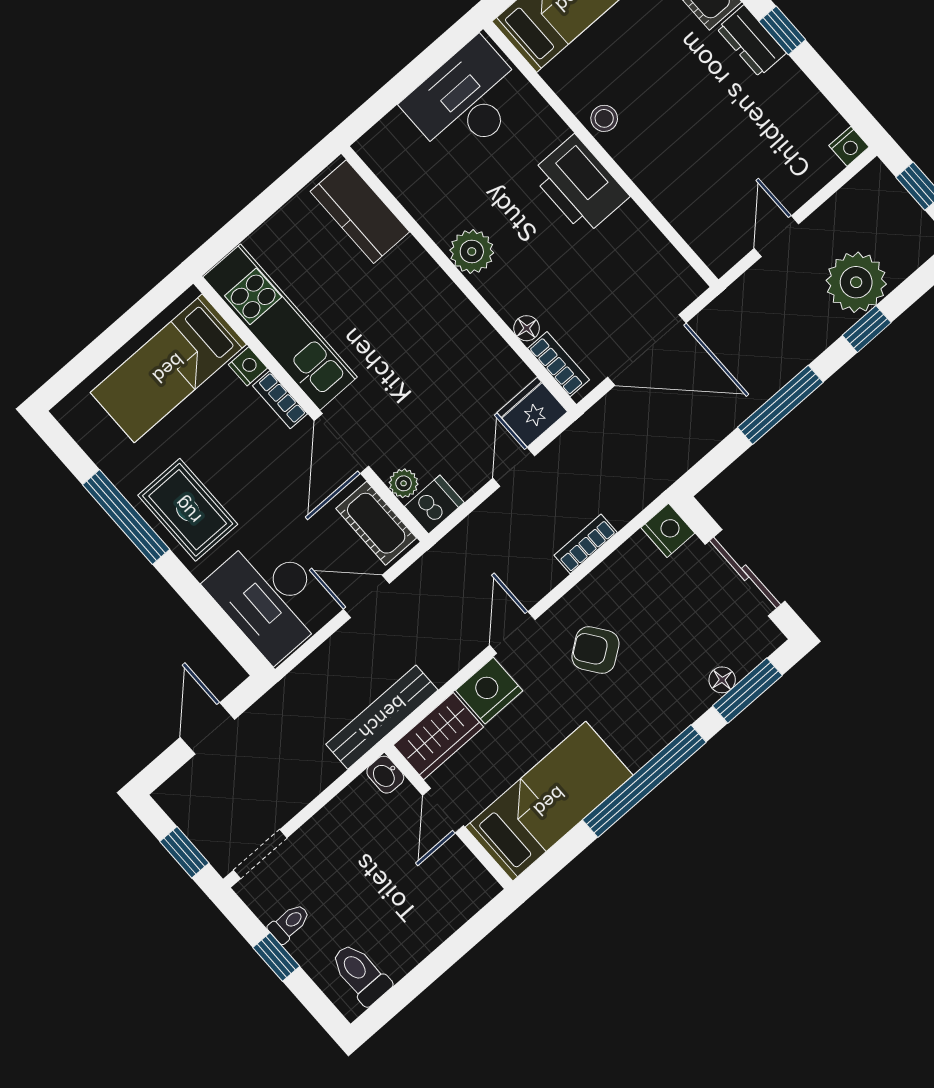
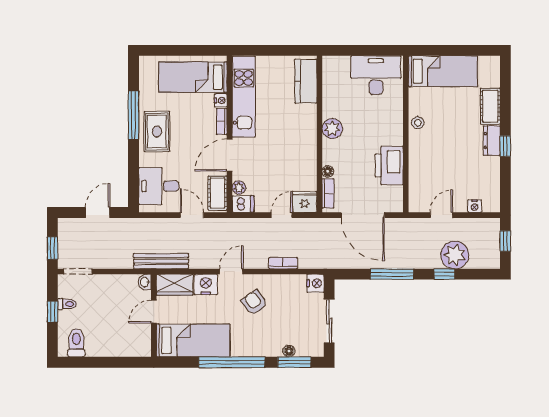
nightstand: (849, 146) -> (475, 206), moved
printer: (580, 185) -> (389, 165), moved
desk: (270, 597) -> (159, 186), width x0.73

